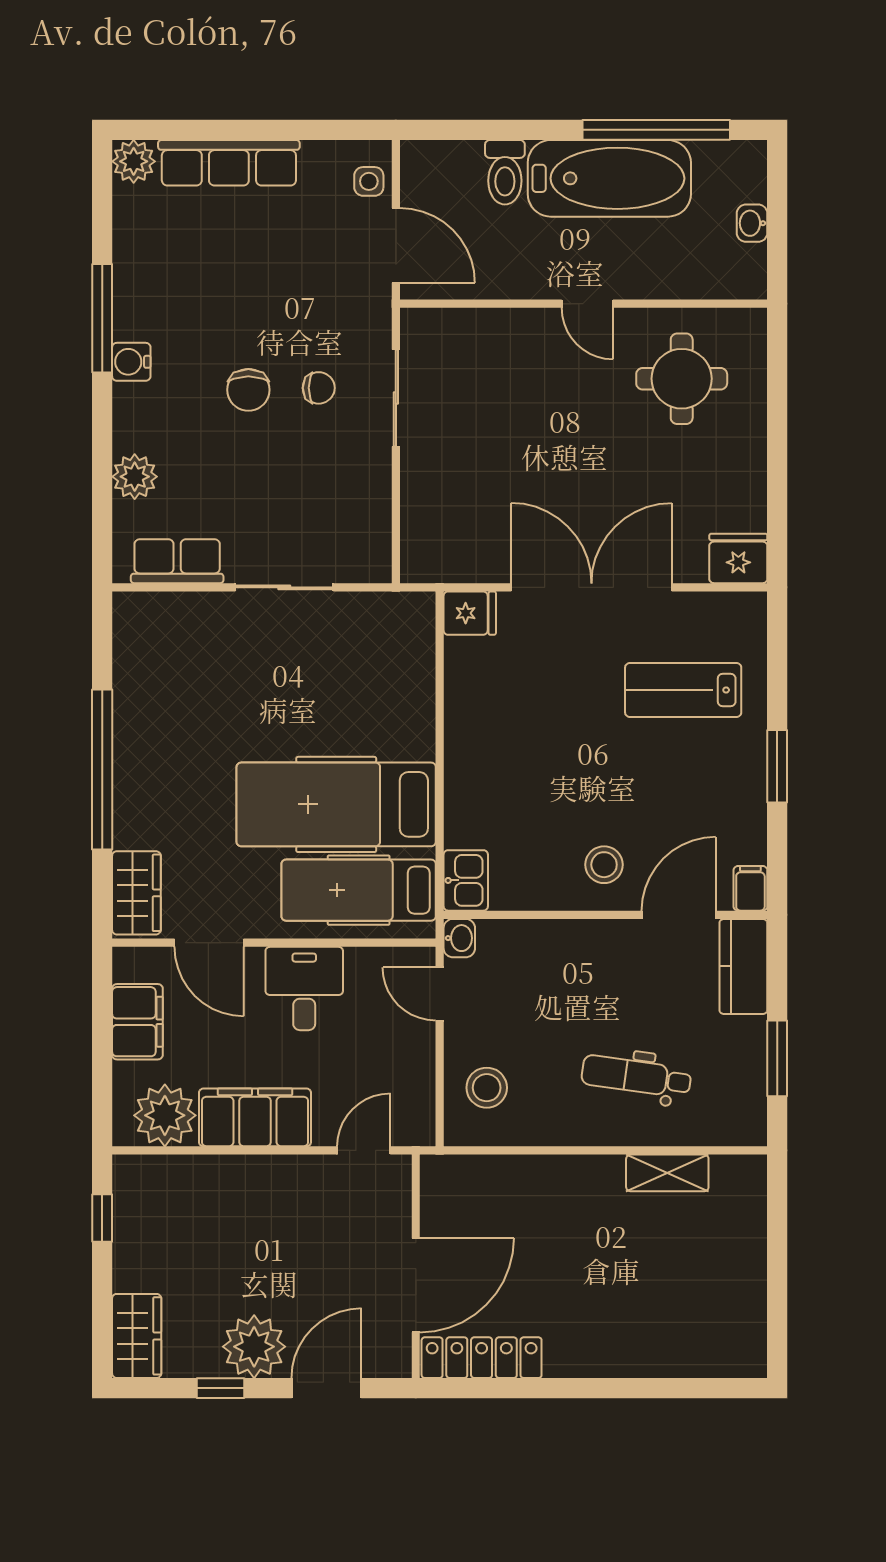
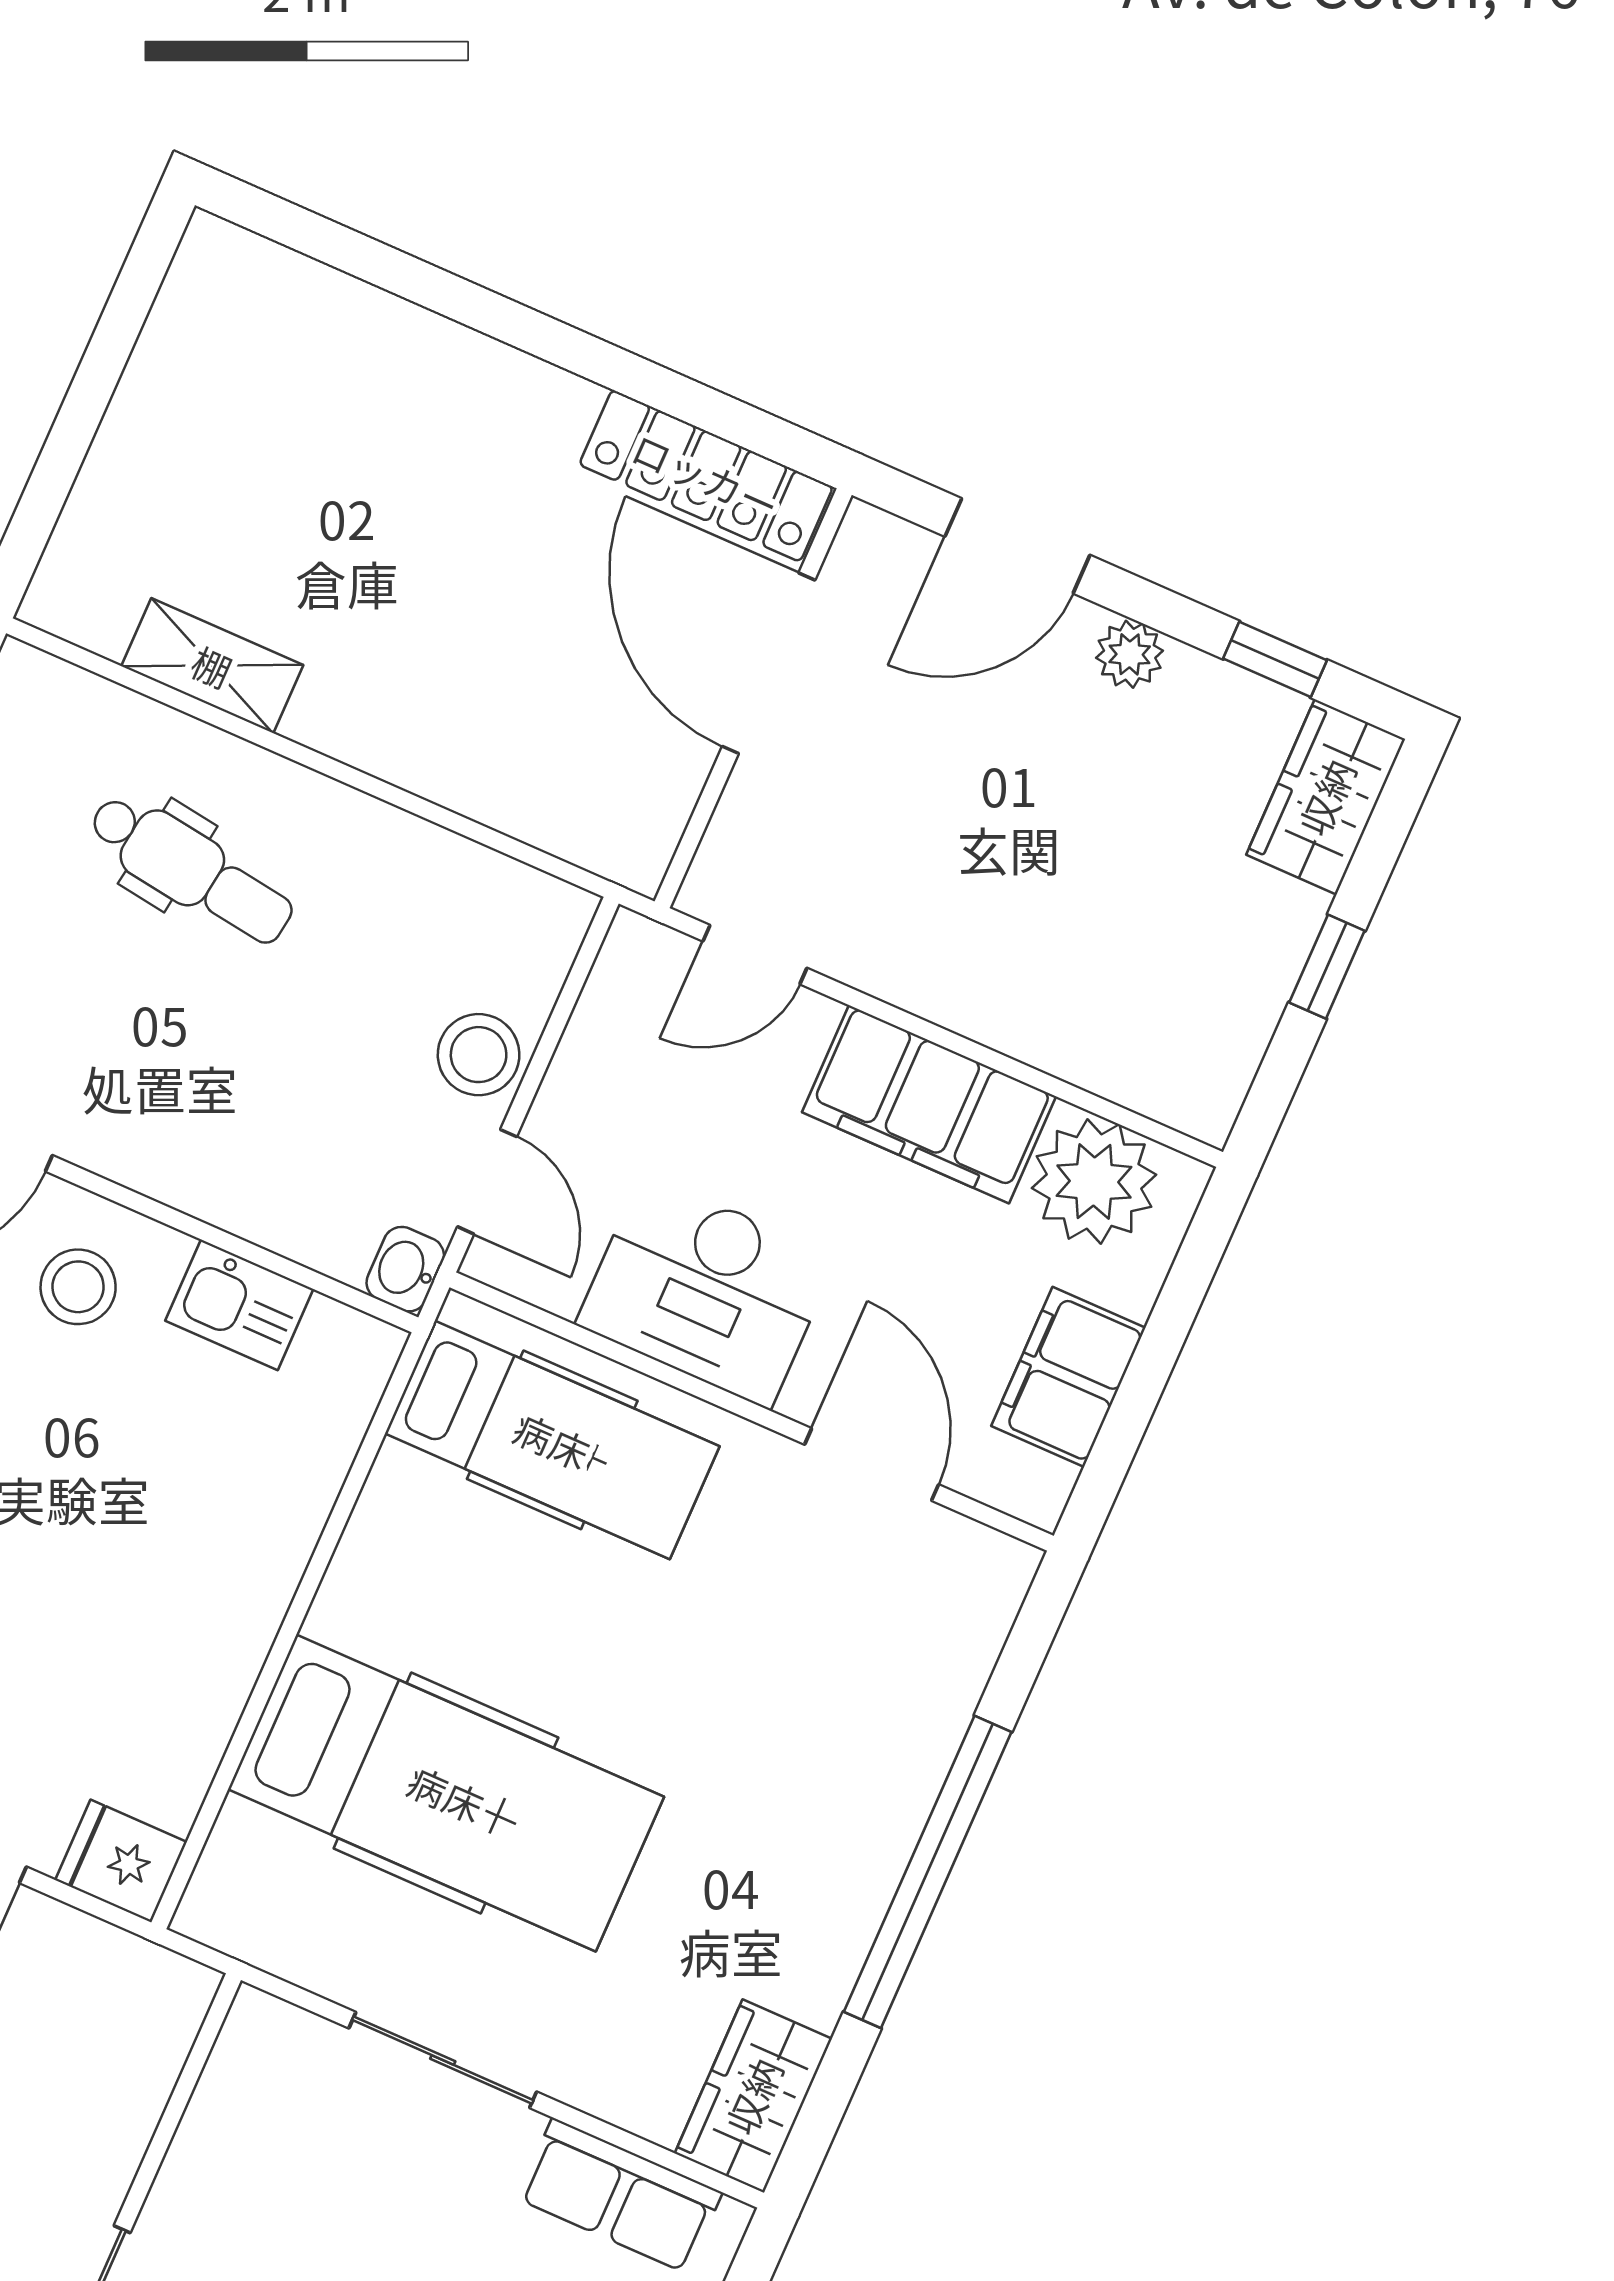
hospital bed: (336, 804) -> (446, 1793), moved
kitchen sink: (466, 880) -> (239, 1305), moved, turned -90
wardrobe: (136, 893) -> (753, 2096), moved
desk: (304, 988) -> (706, 1291), width x1.37
stool: (487, 1088) -> (479, 1055), moved
window: (102, 1218) -> (1327, 967), moved
door: (416, 1285) -> (769, 663), hinge flipped
plant: (254, 1347) -> (1130, 654), width x0.53, depth x0.53
window: (221, 1388) -> (1275, 659), moved

